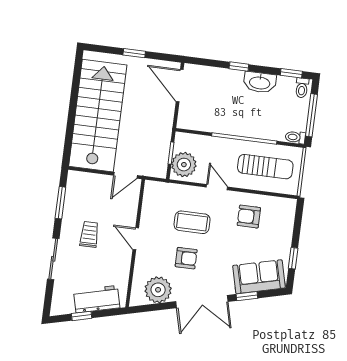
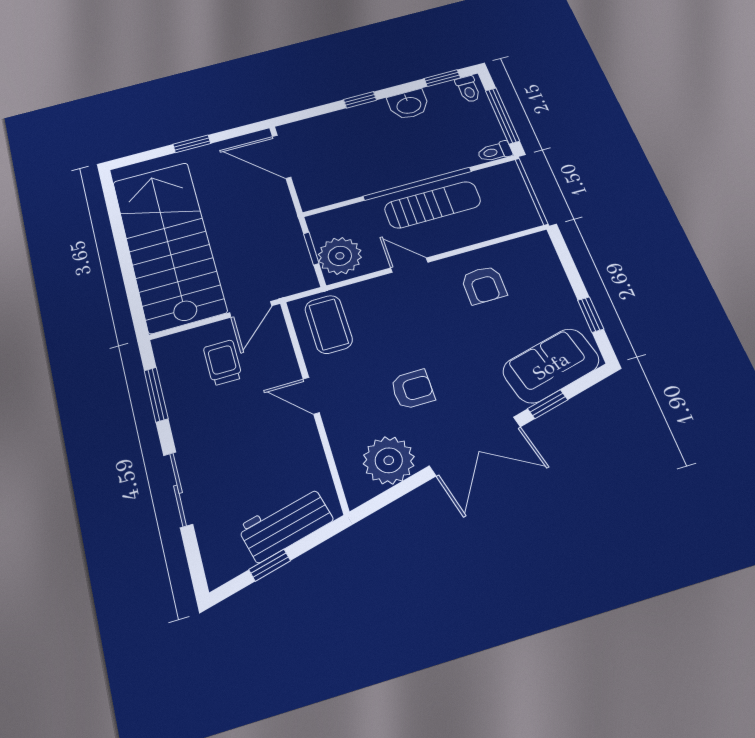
washbasin: (260, 82) -> (409, 105), width x0.72
sun lounger: (265, 167) -> (433, 205), moved
armchair: (249, 217) -> (484, 285), turned -90
coffee table: (192, 222) -> (329, 324), moved, turned 90
trolley: (89, 234) -> (223, 363), moved

